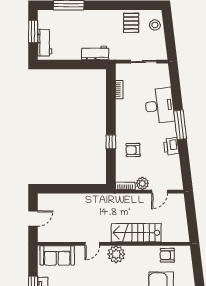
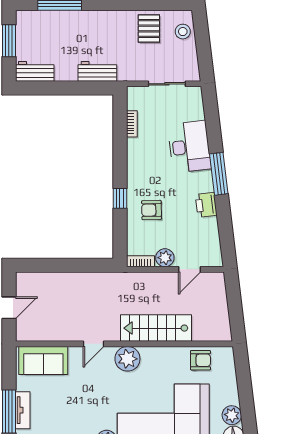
workbench: (45, 43) -> (35, 71), moved, turned -90
armchair: (167, 255) -> (200, 360), turned 180

